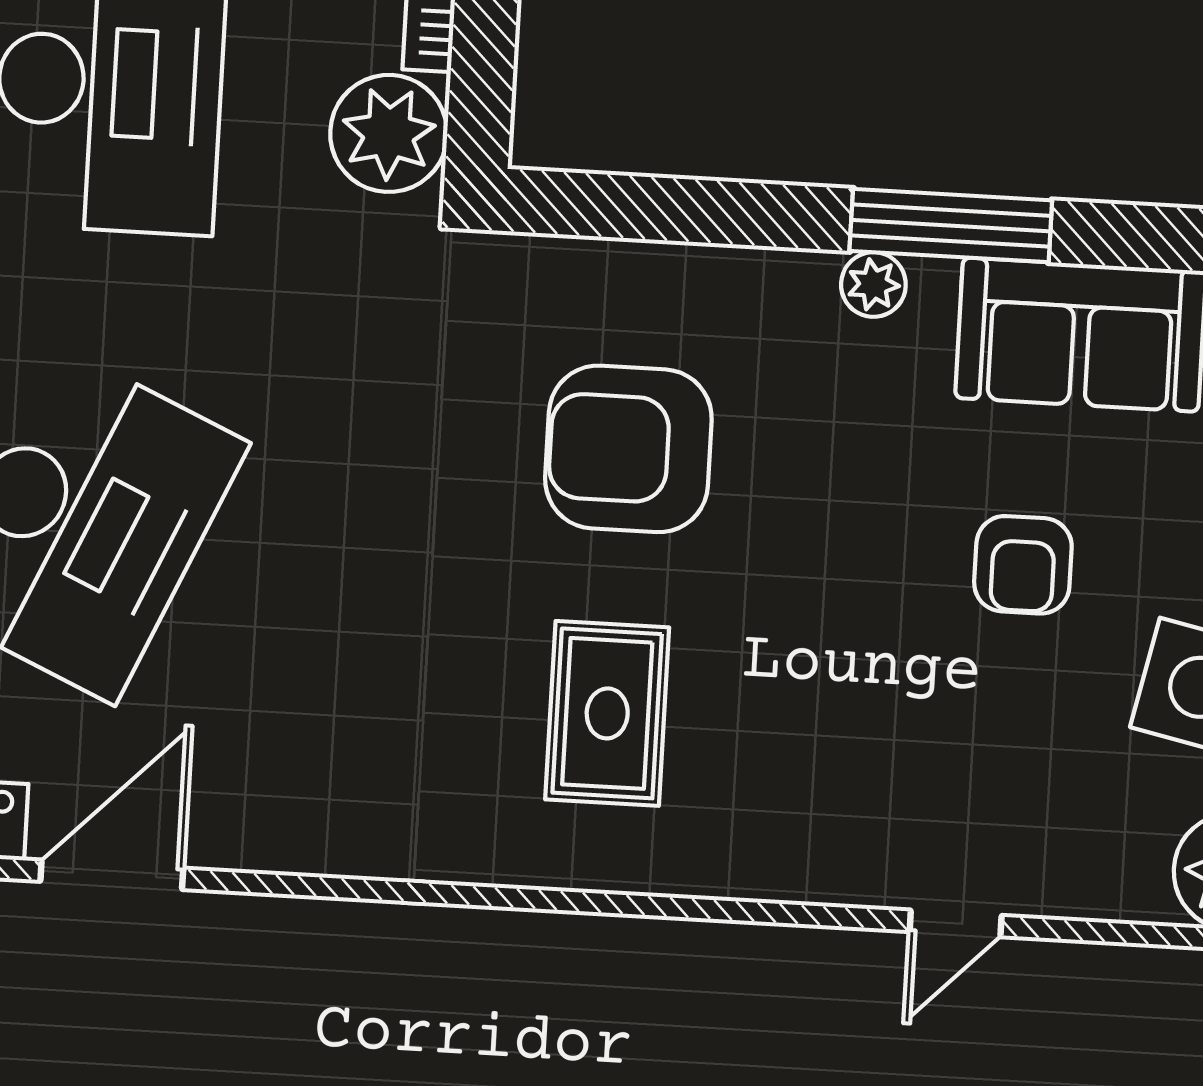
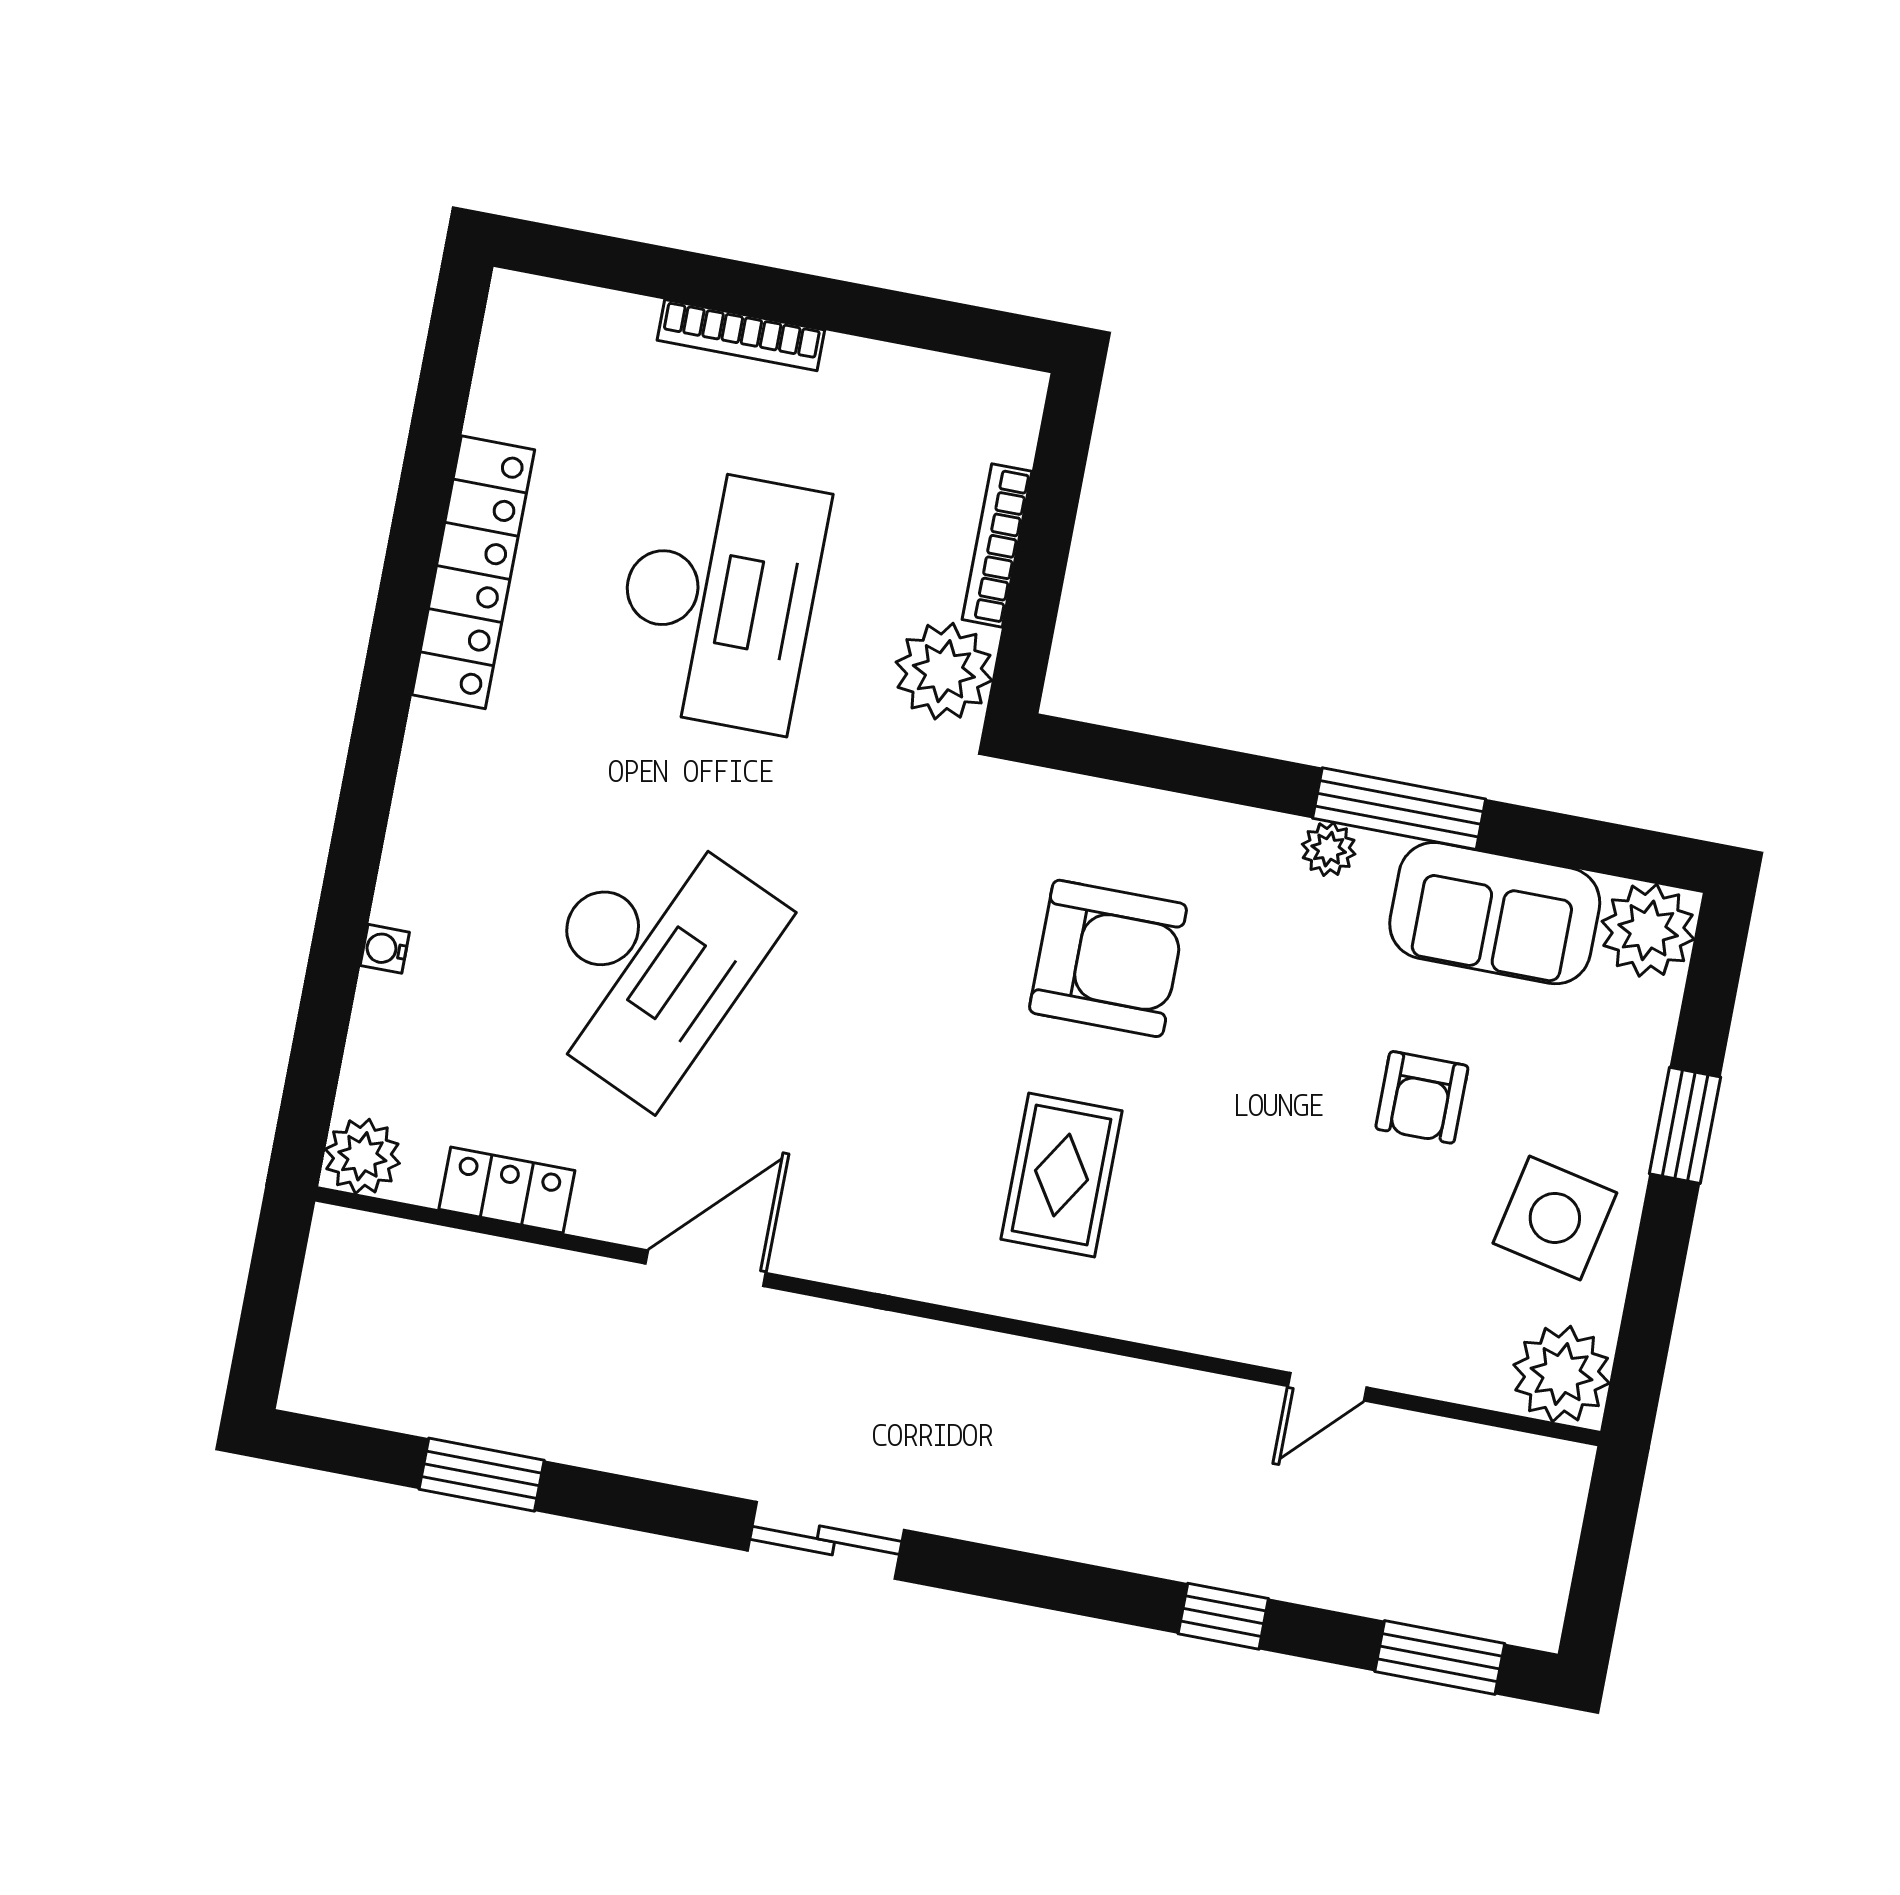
armchair: (628, 449) -> (1108, 958), turned 180
door: (112, 875) -> (706, 1268), moved

